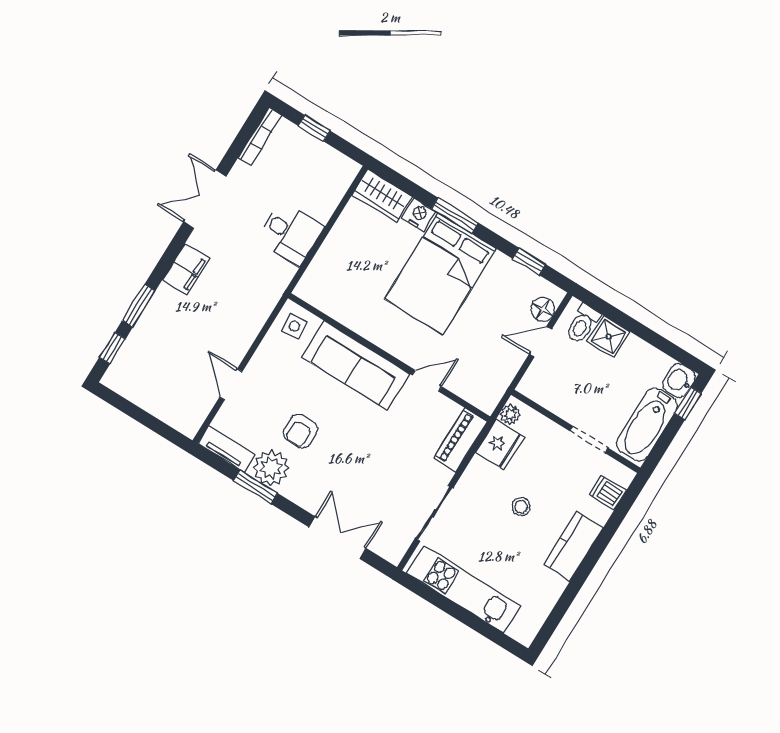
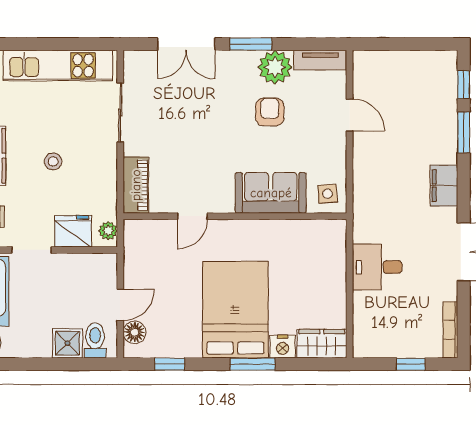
sofa: (356, 365) -> (271, 193), width x0.73
fridge: (500, 445) -> (73, 231), moved, turned 90
window: (255, 487) -> (251, 44), moved

